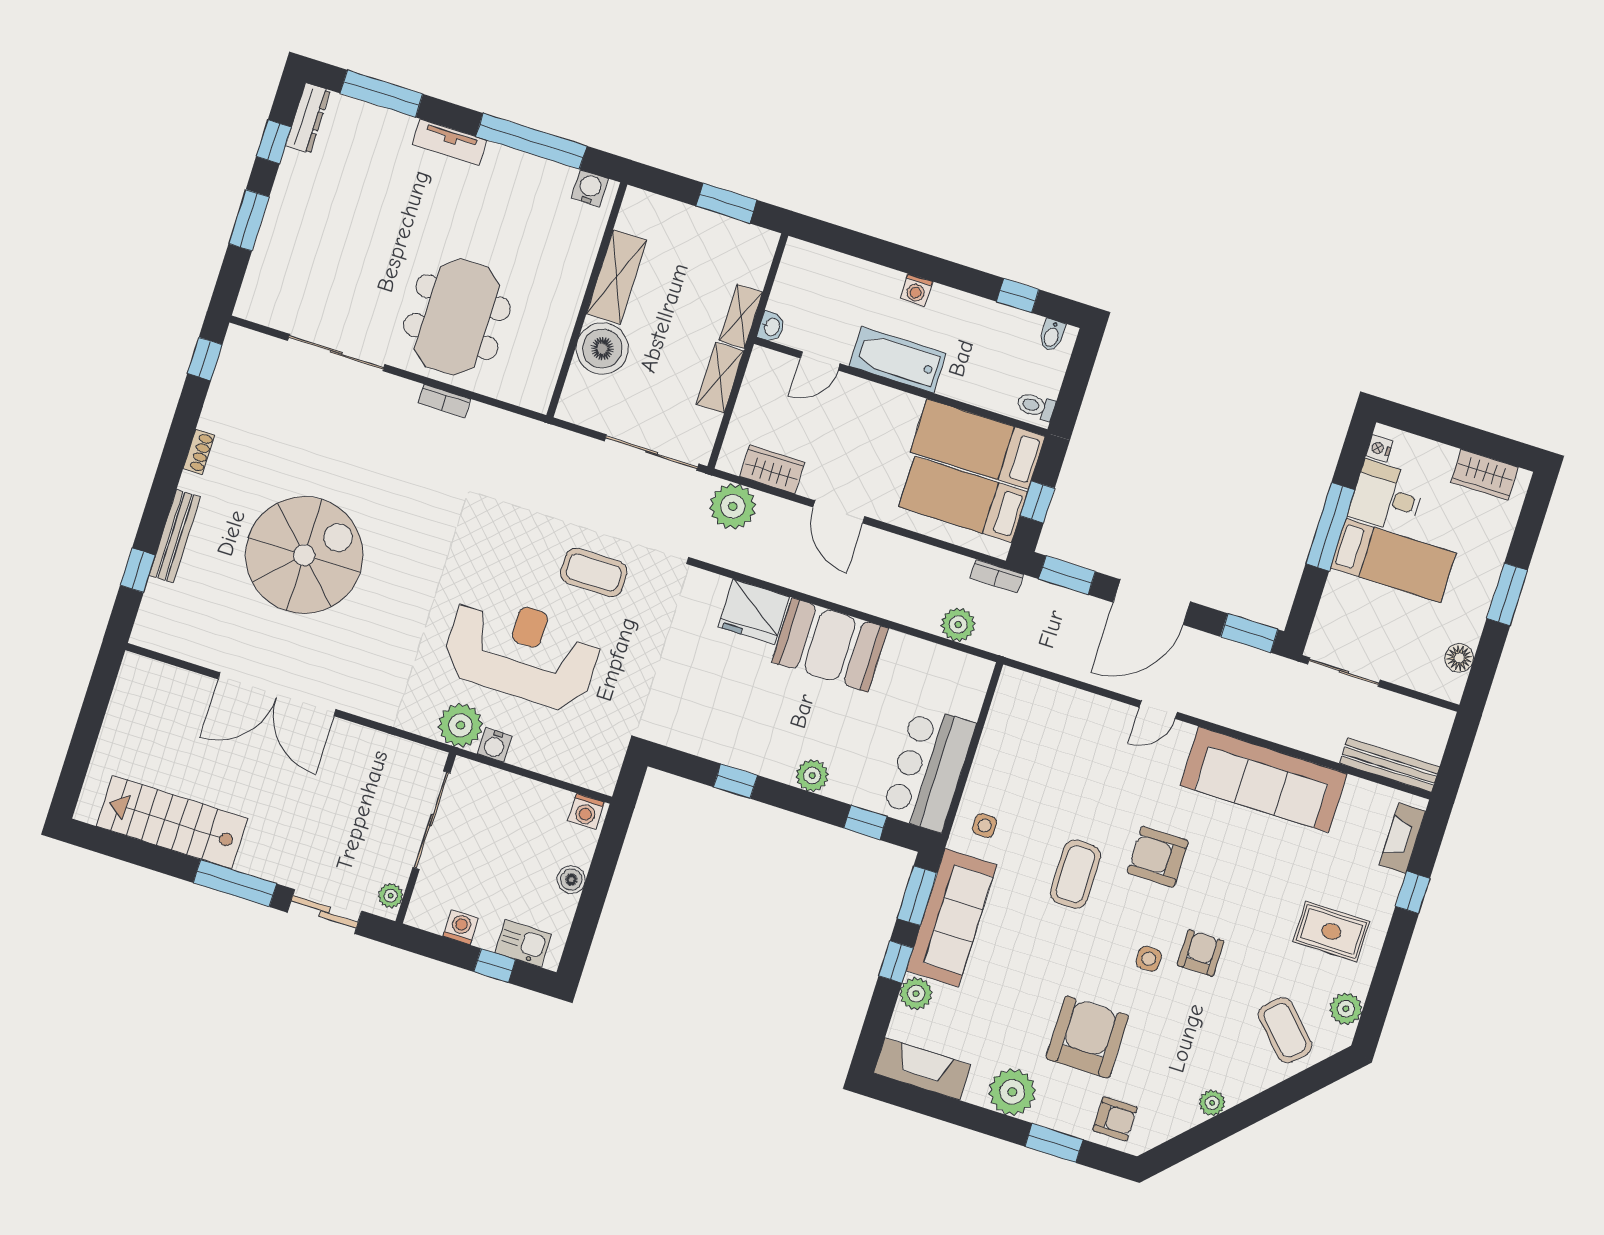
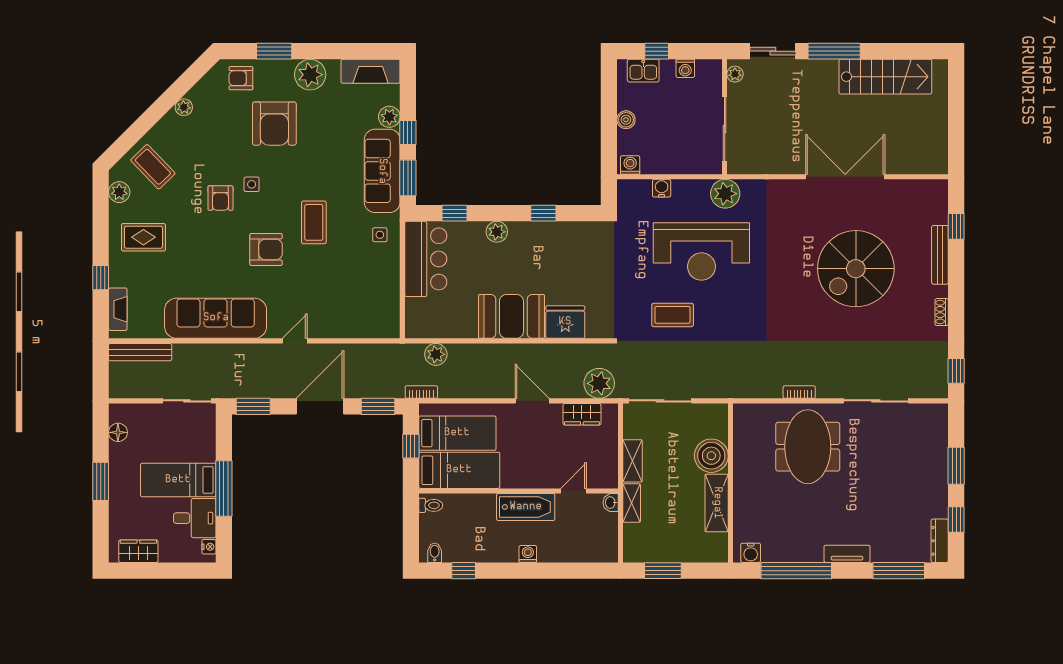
water cooler: (495, 745) -> (662, 188), moved

